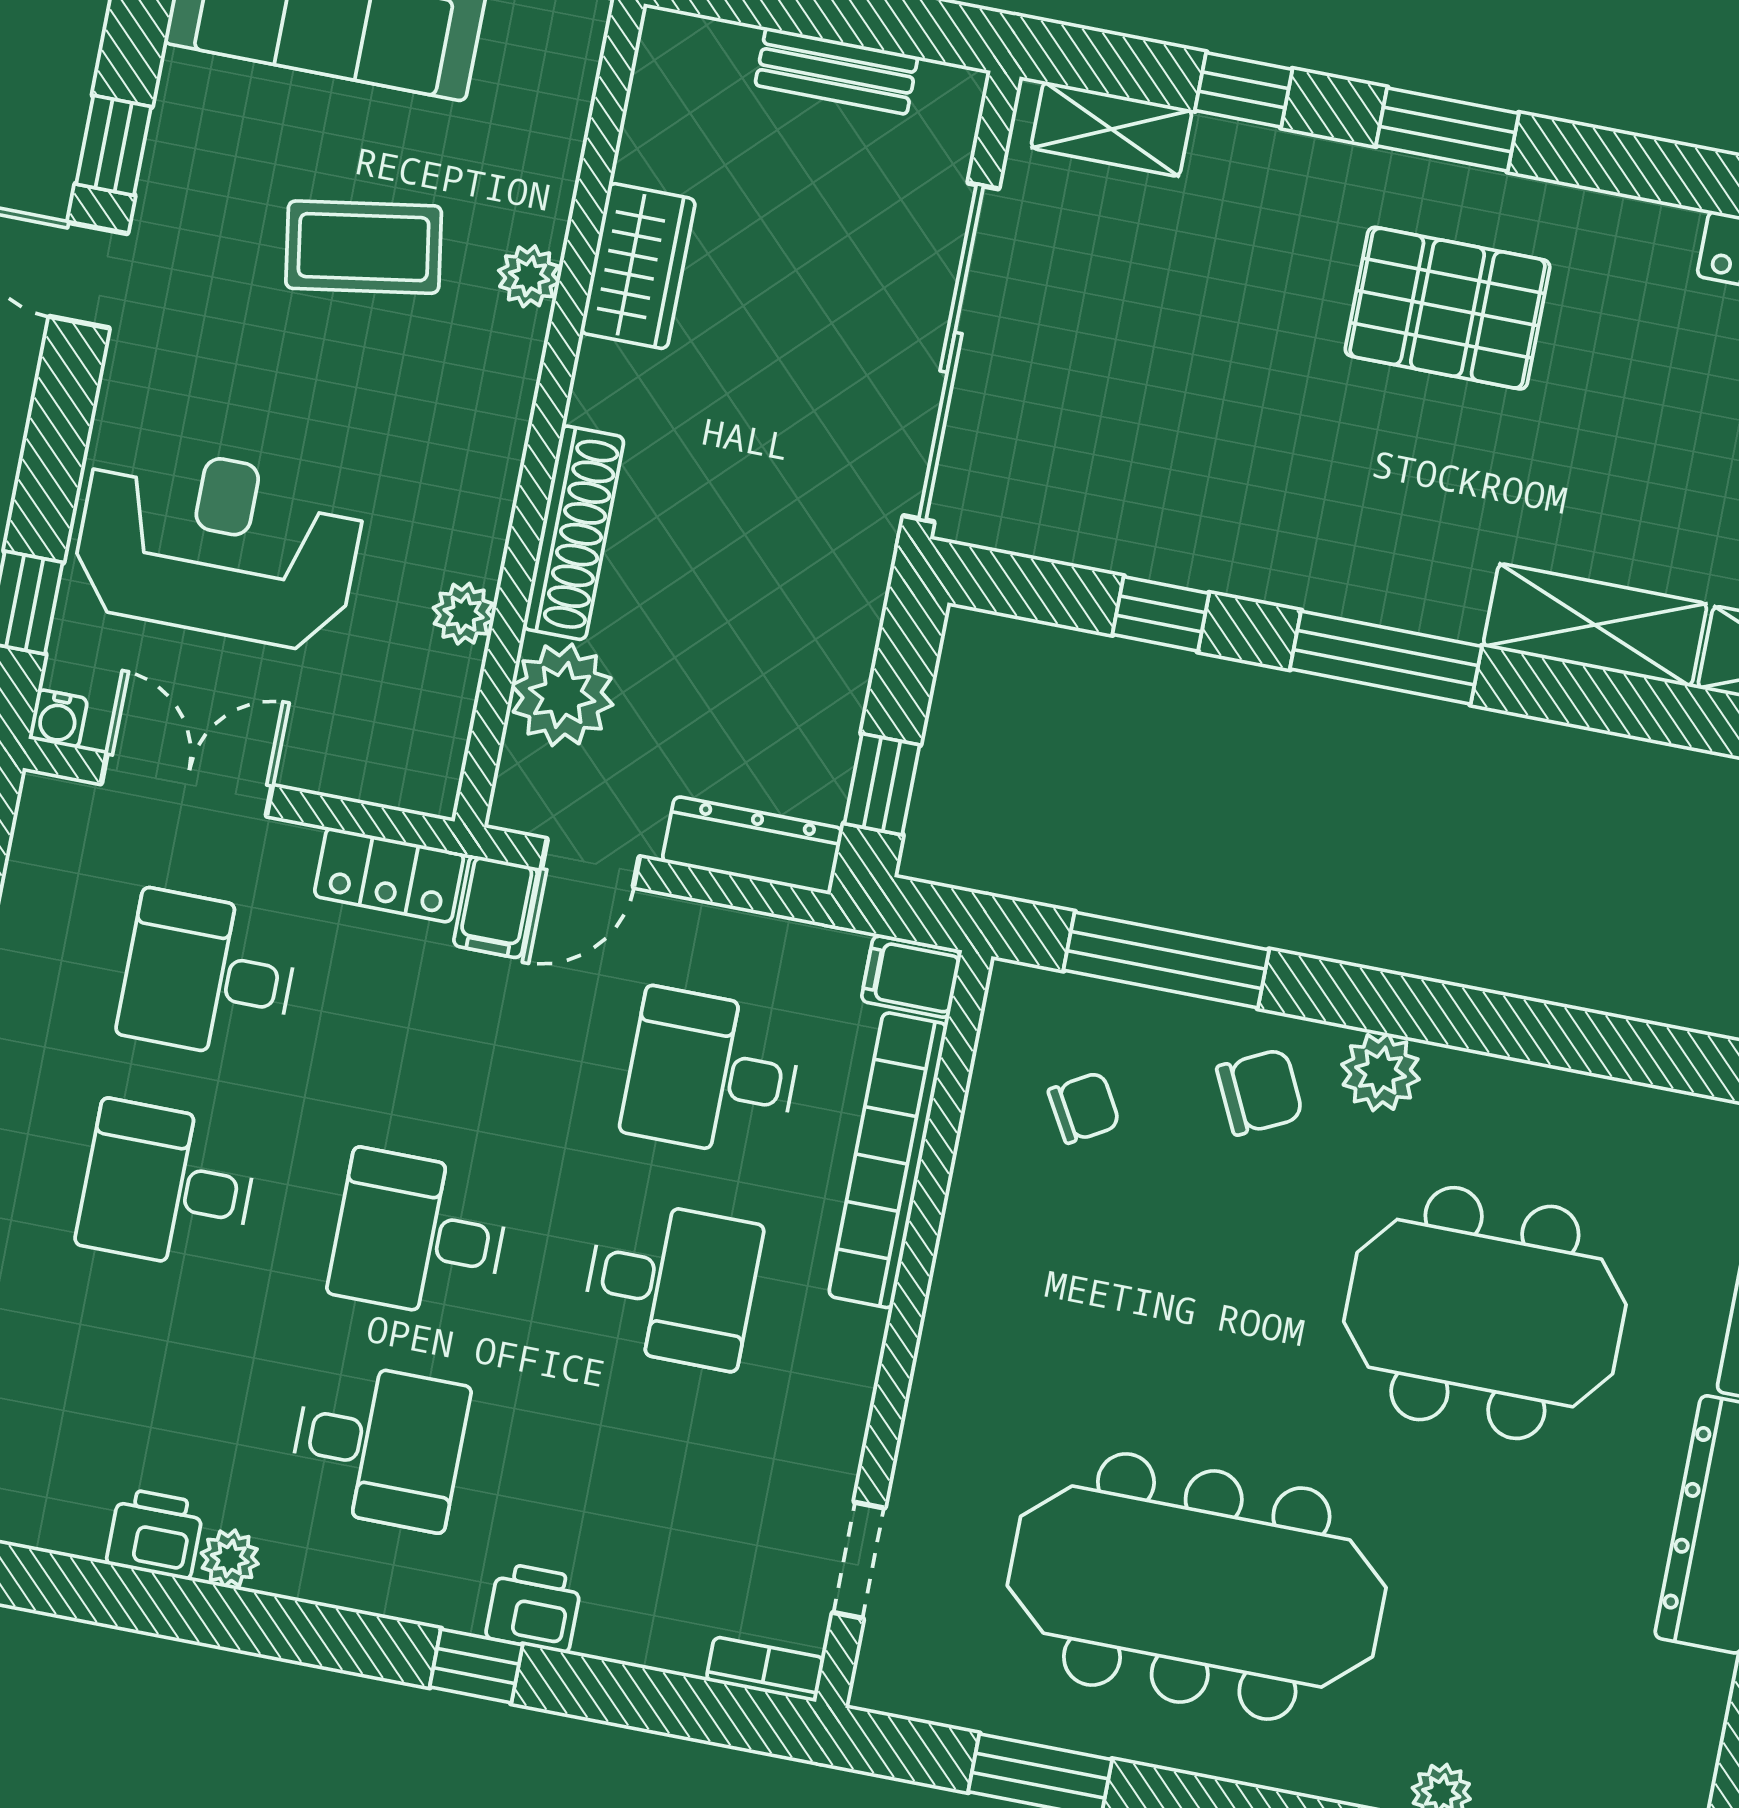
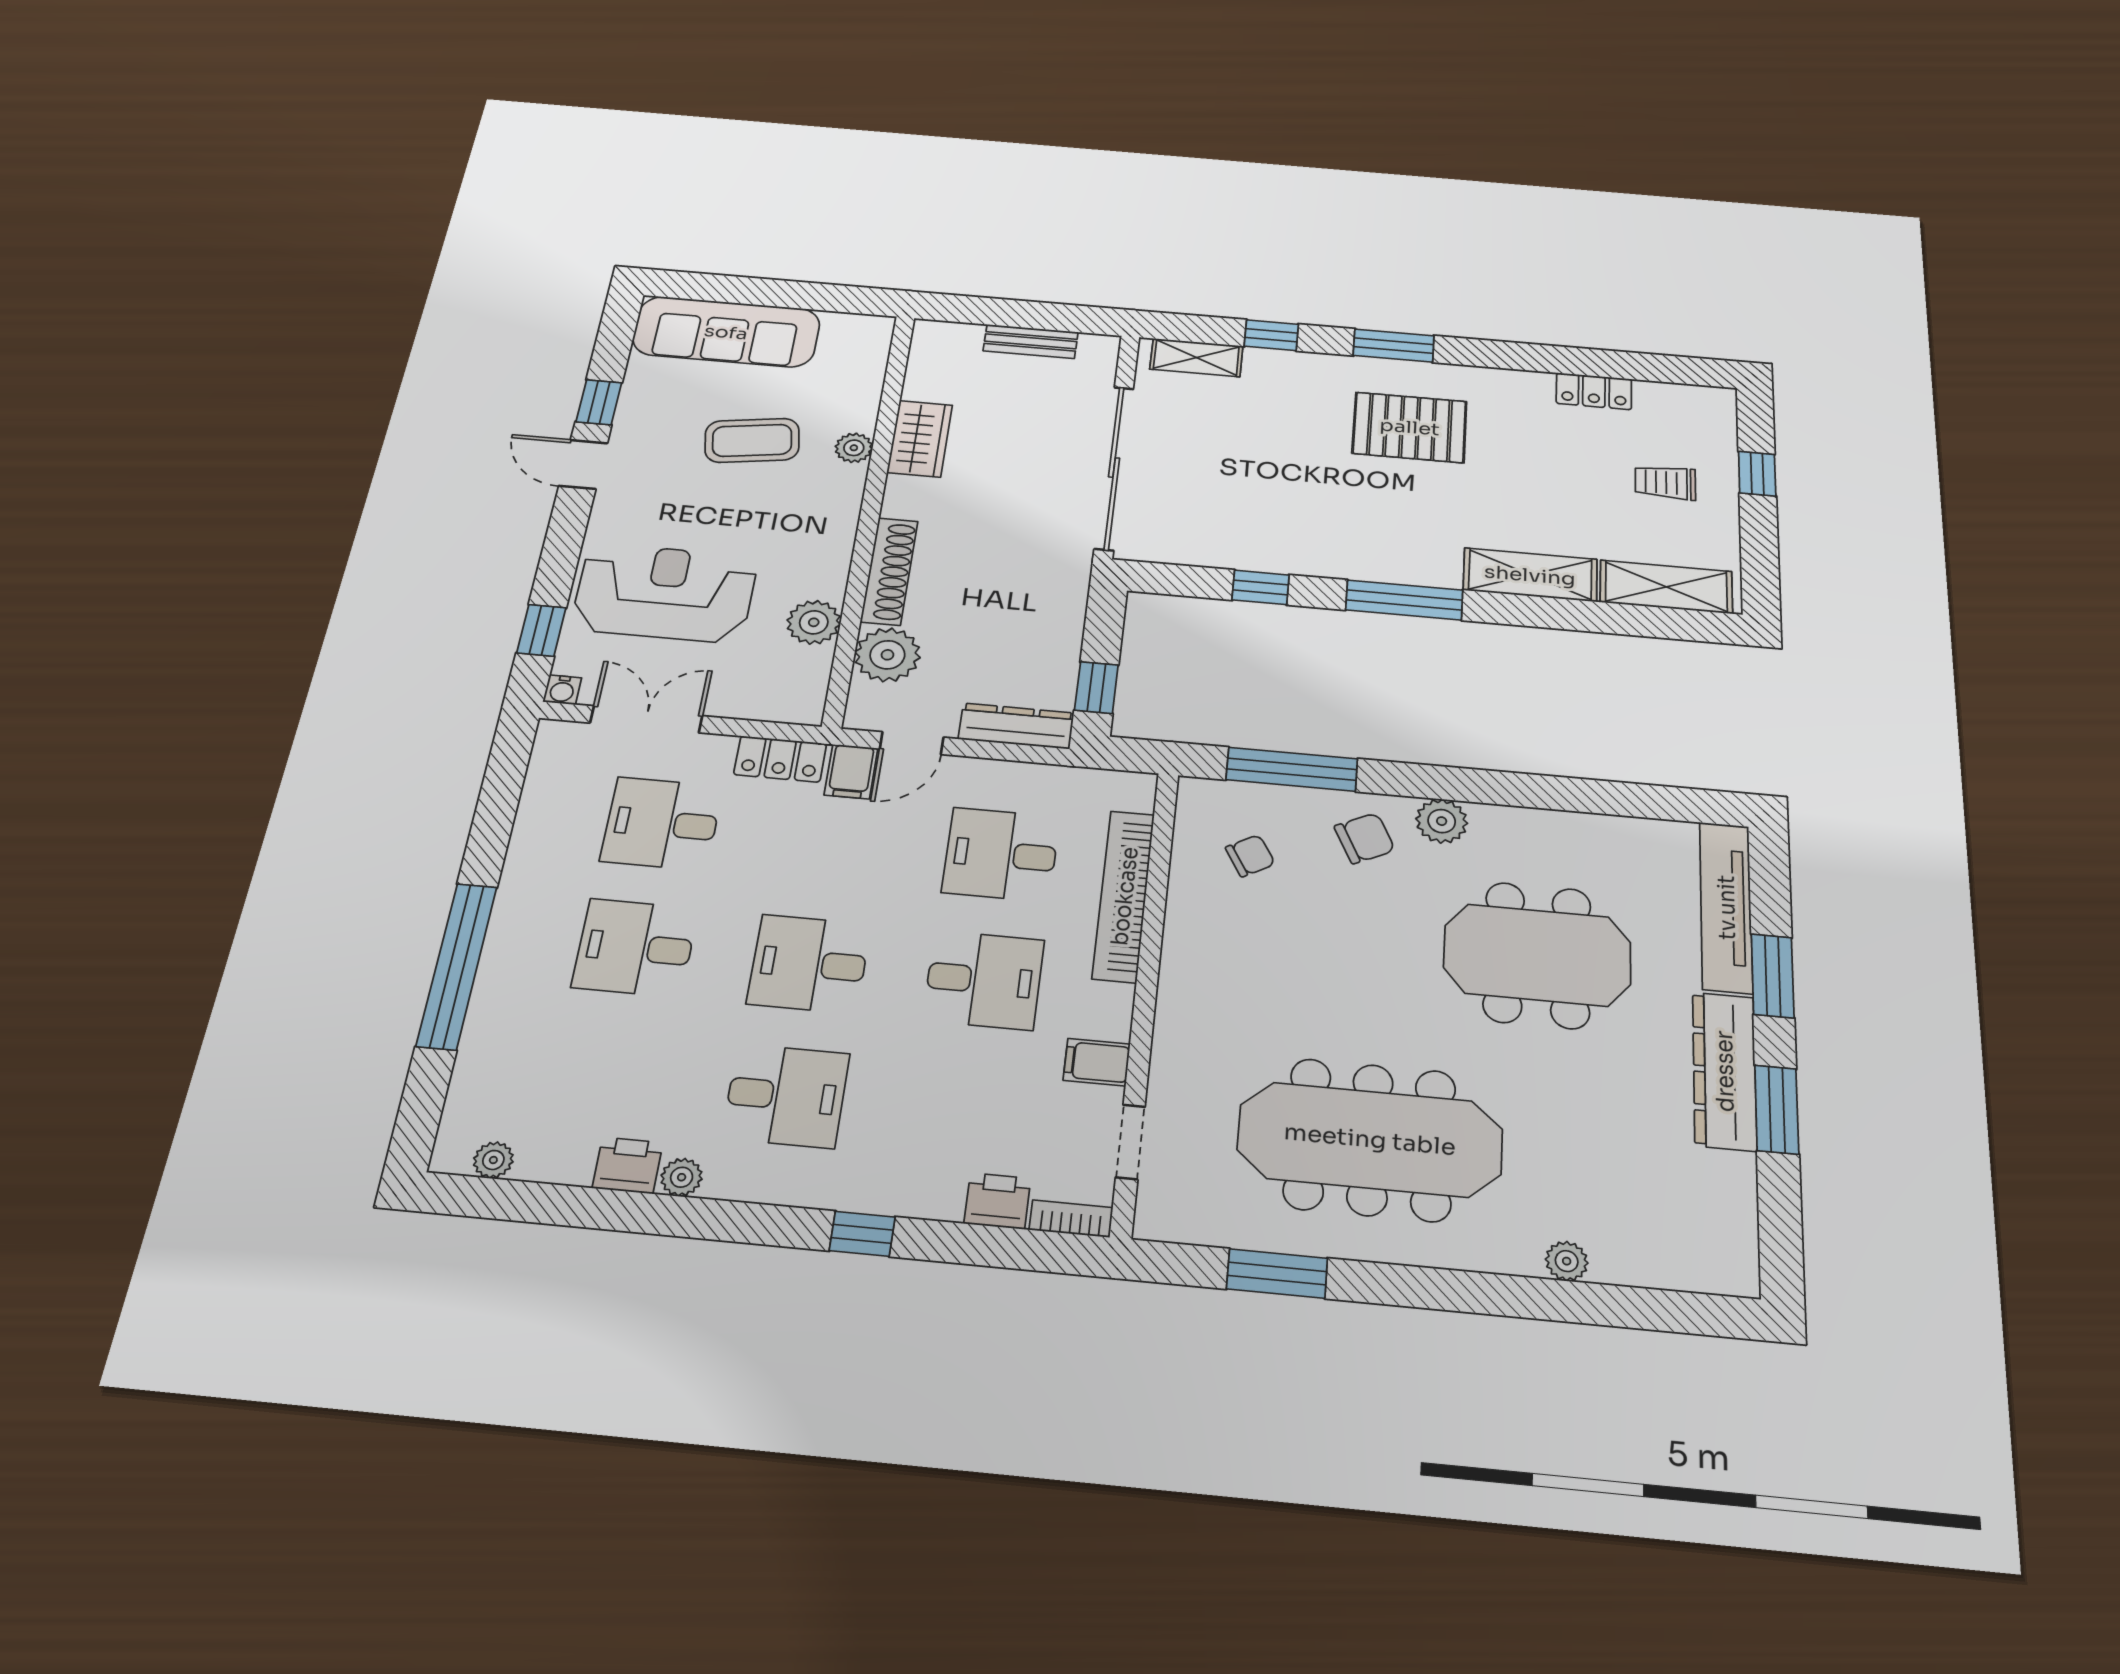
plant: (464, 614) -> (814, 622), width x1.38, depth x1.38
filing cabinet: (911, 977) -> (1097, 1062), moved
printer: (534, 1608) -> (997, 1201), moved

